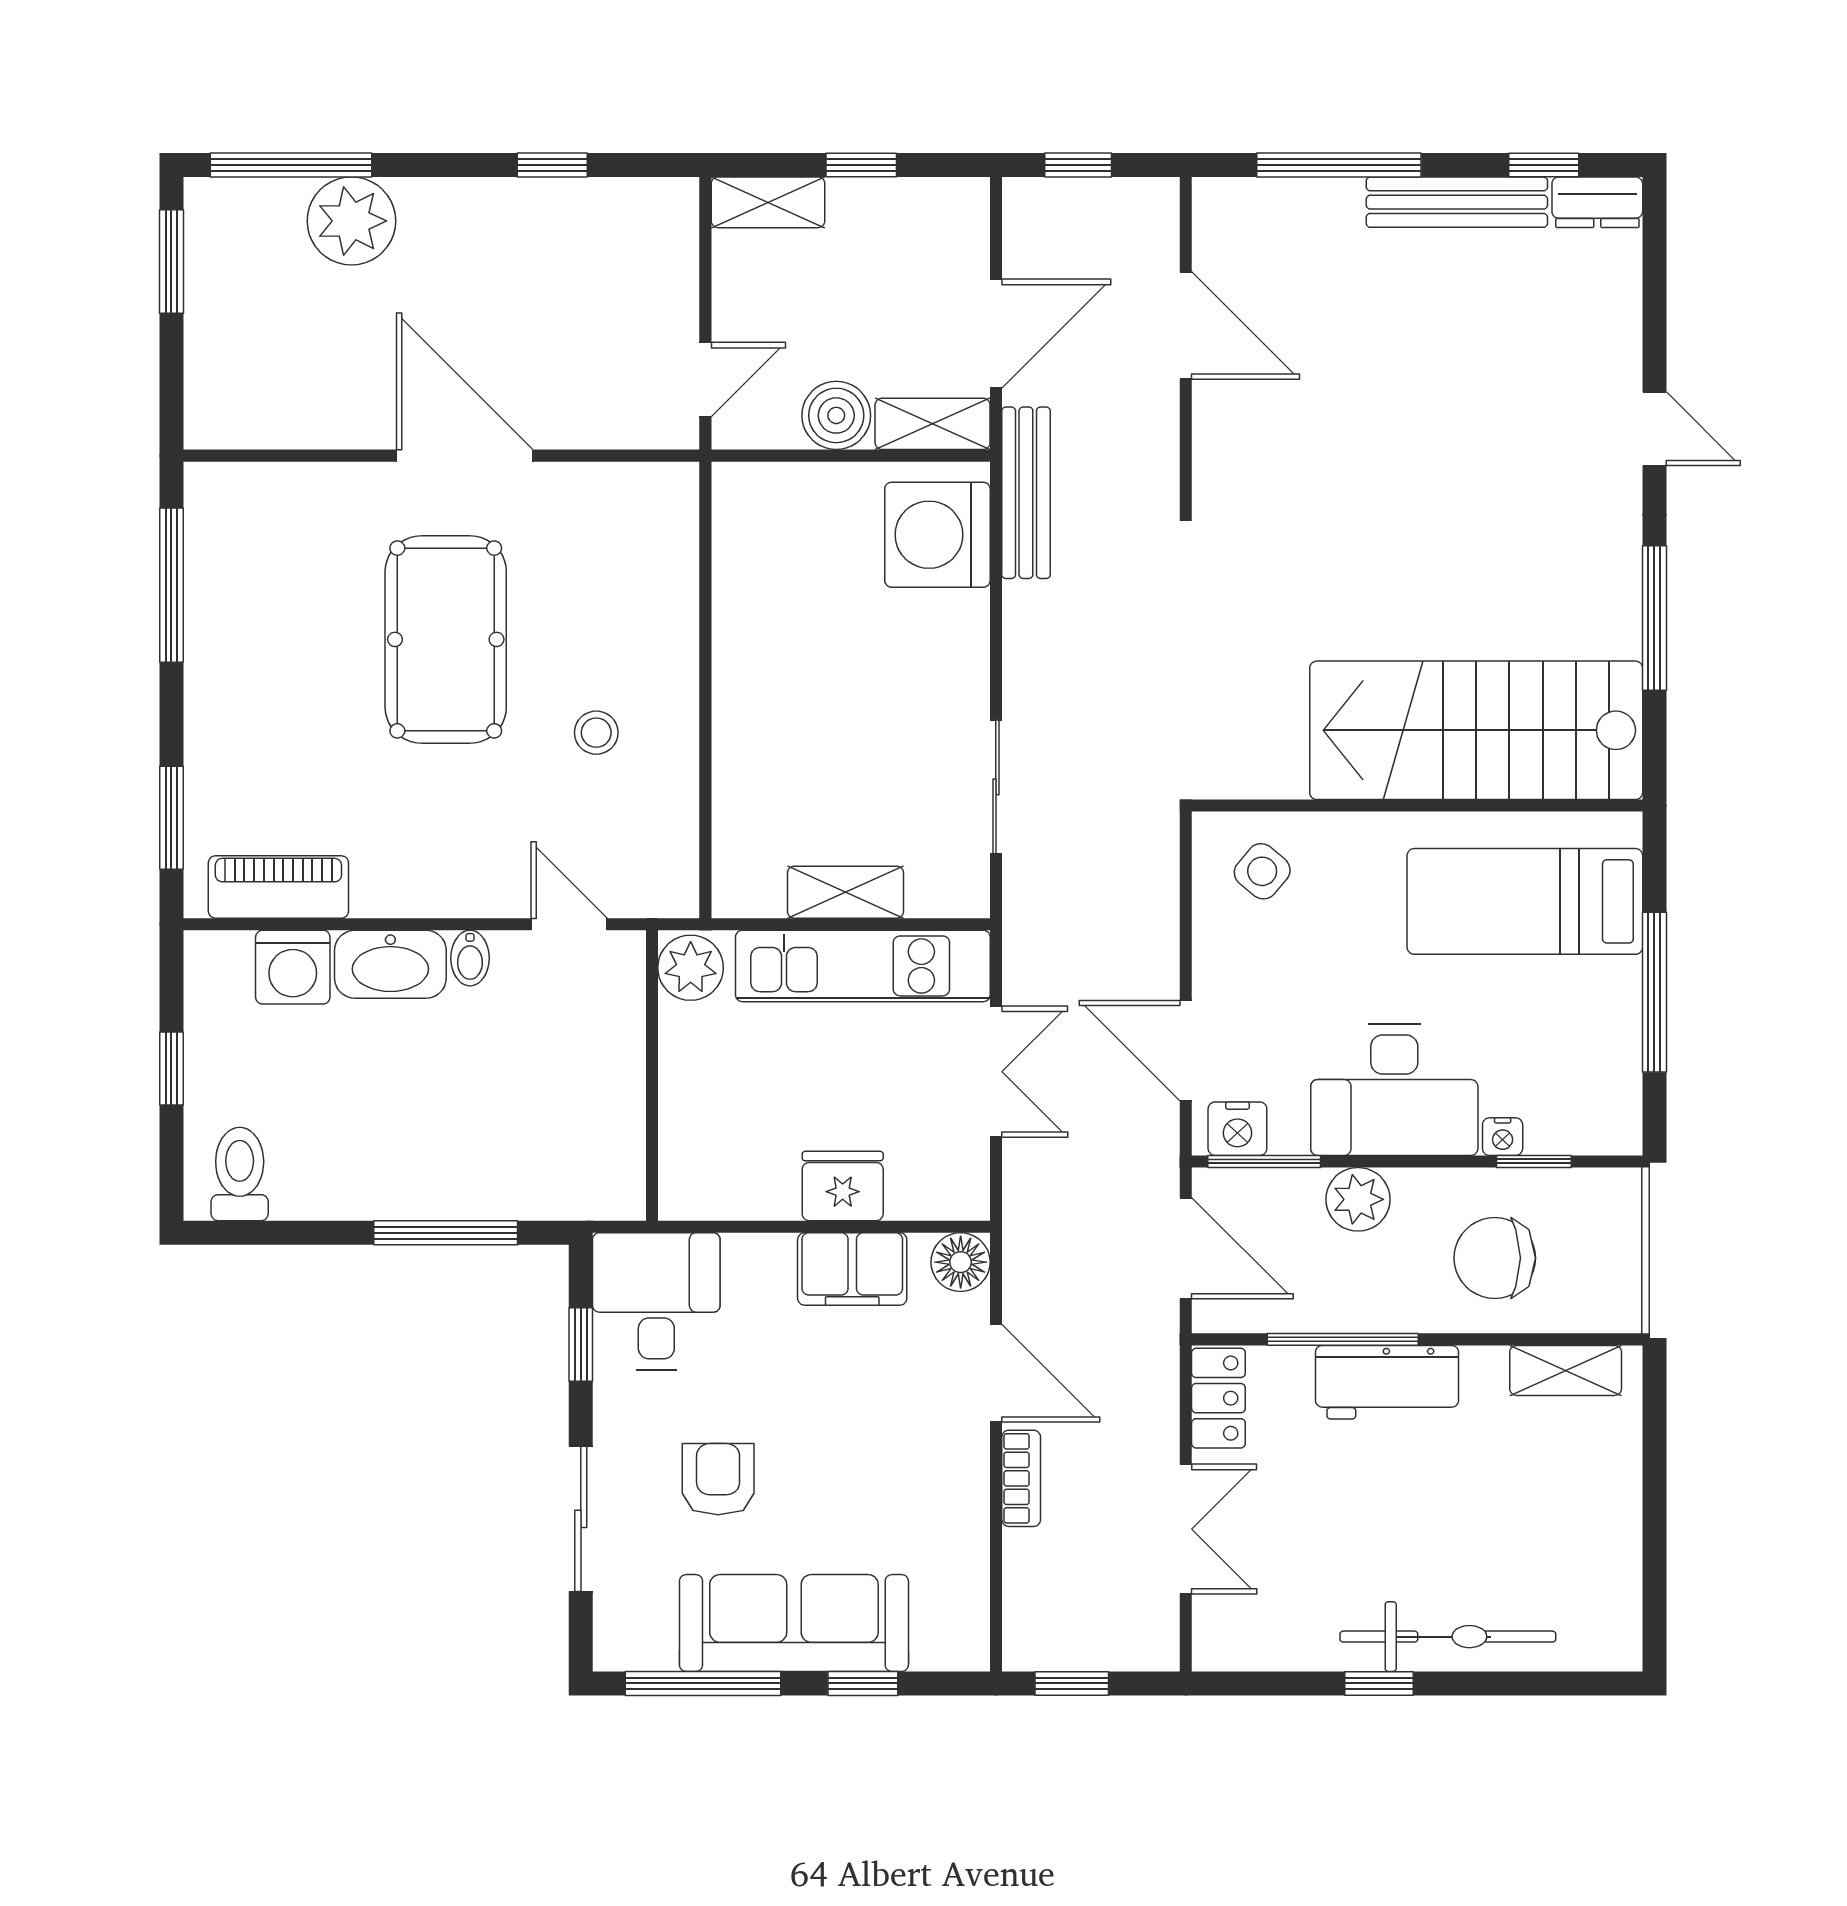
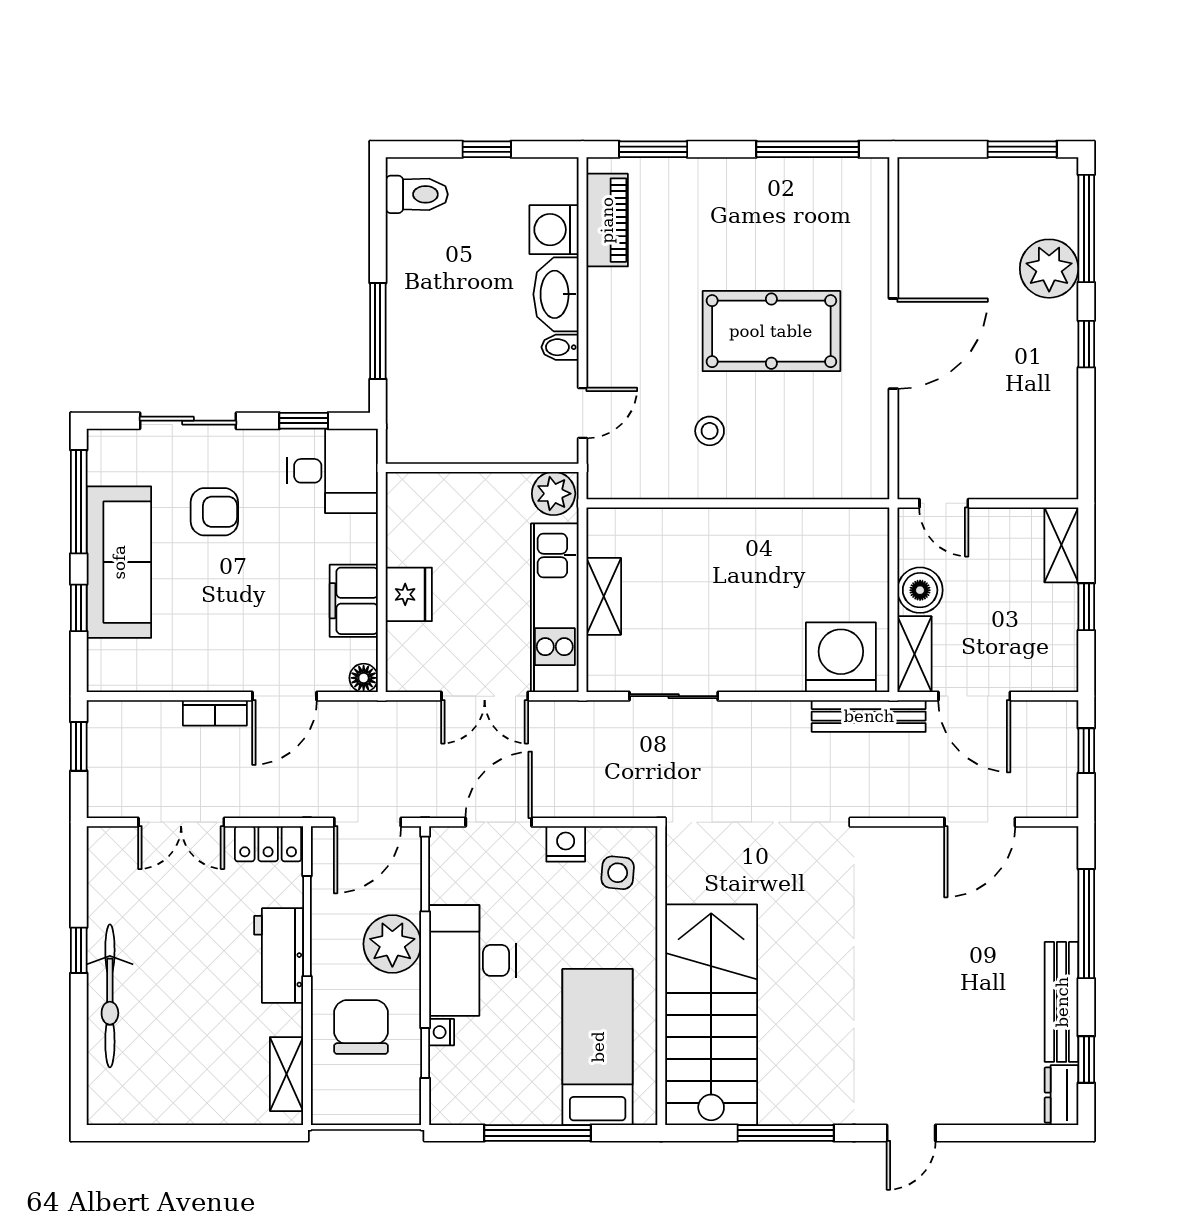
window: (552, 165) -> (1086, 344), moved
side table: (1262, 871) -> (618, 873), turned -35
nightstand: (1237, 1129) -> (566, 844), moved, turned 90
plant: (1358, 1199) -> (392, 944), width x1.36, depth x1.36
floor lamp: (961, 1262) -> (364, 678), width x0.73, depth x0.73

